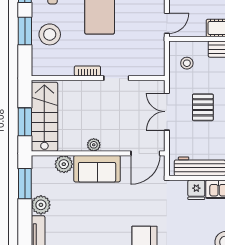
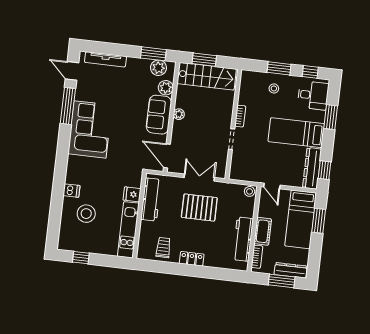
stool: (50, 34) -> (274, 88), width x0.53, depth x0.53
stool: (187, 63) -> (250, 191), moved
pallet: (203, 107) -> (199, 208), width x1.50, depth x1.42
plant: (41, 205) -> (158, 68), moved

